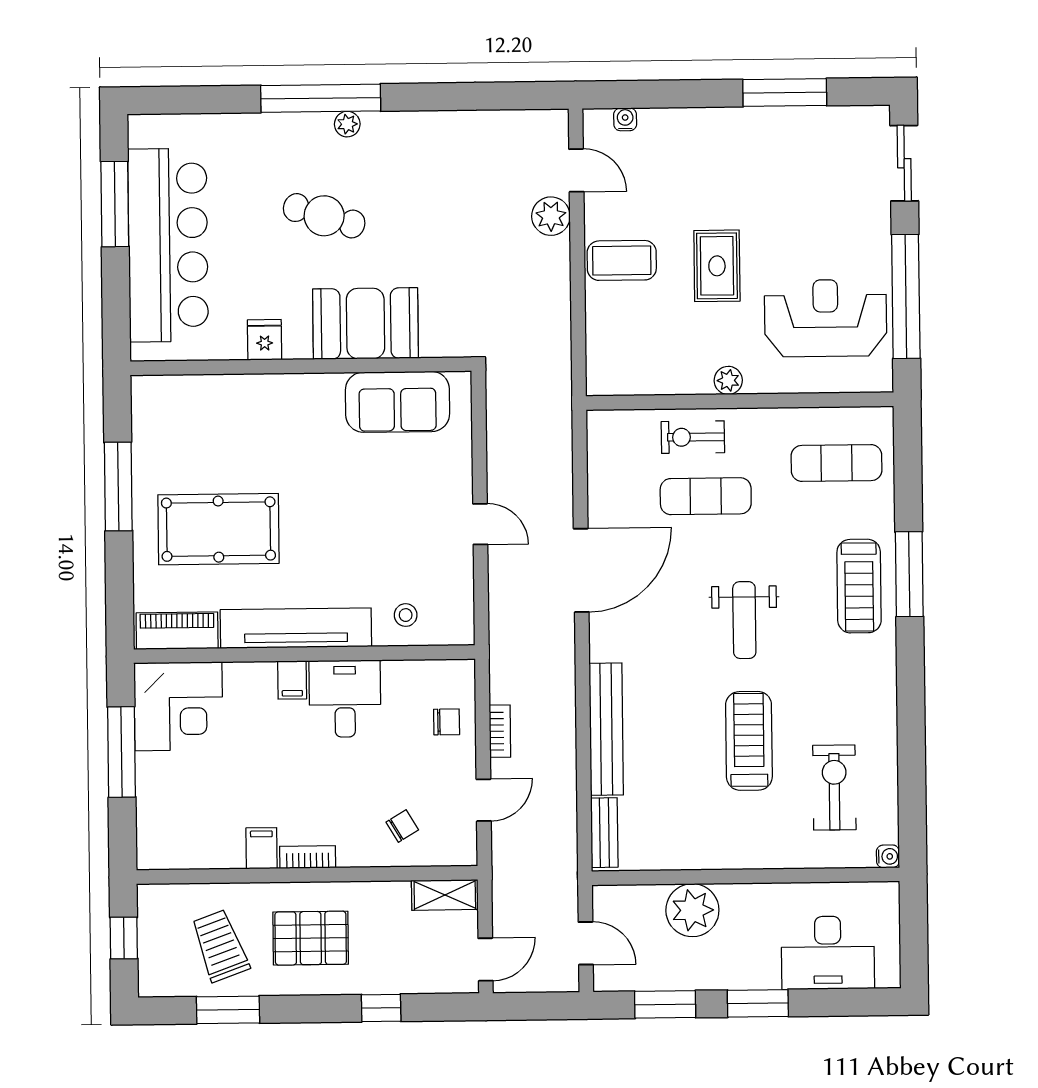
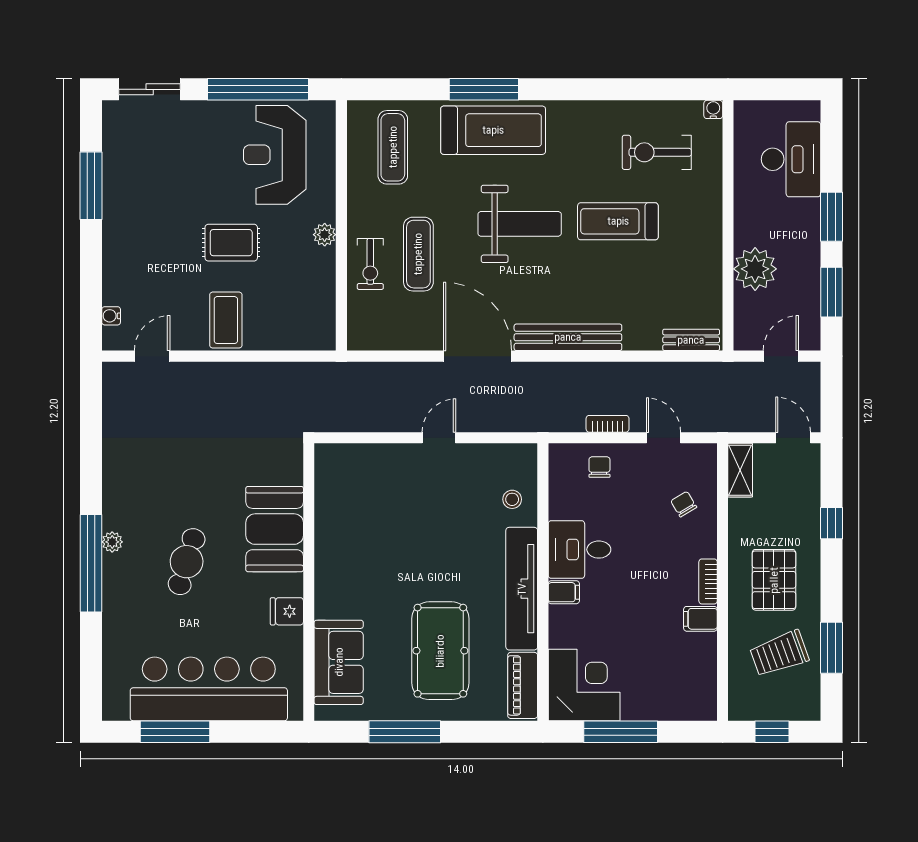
plant: (551, 216) -> (189, 377), removed
sofa: (398, 402) -> (339, 662), moved
treadmill: (859, 586) -> (493, 130), width x1.37, depth x1.38
weight bench: (744, 620) -> (520, 224), width x1.36, depth x1.33
bench: (606, 729) -> (568, 337), moved

